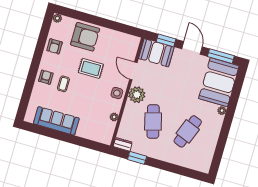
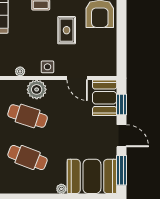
door: (192, 48) -> (121, 136), hinge flipped
door: (133, 71) -> (77, 78), swing flipped
plant: (137, 95) -> (37, 89), moved
cafe table: (153, 121) -> (28, 116), turned 33

